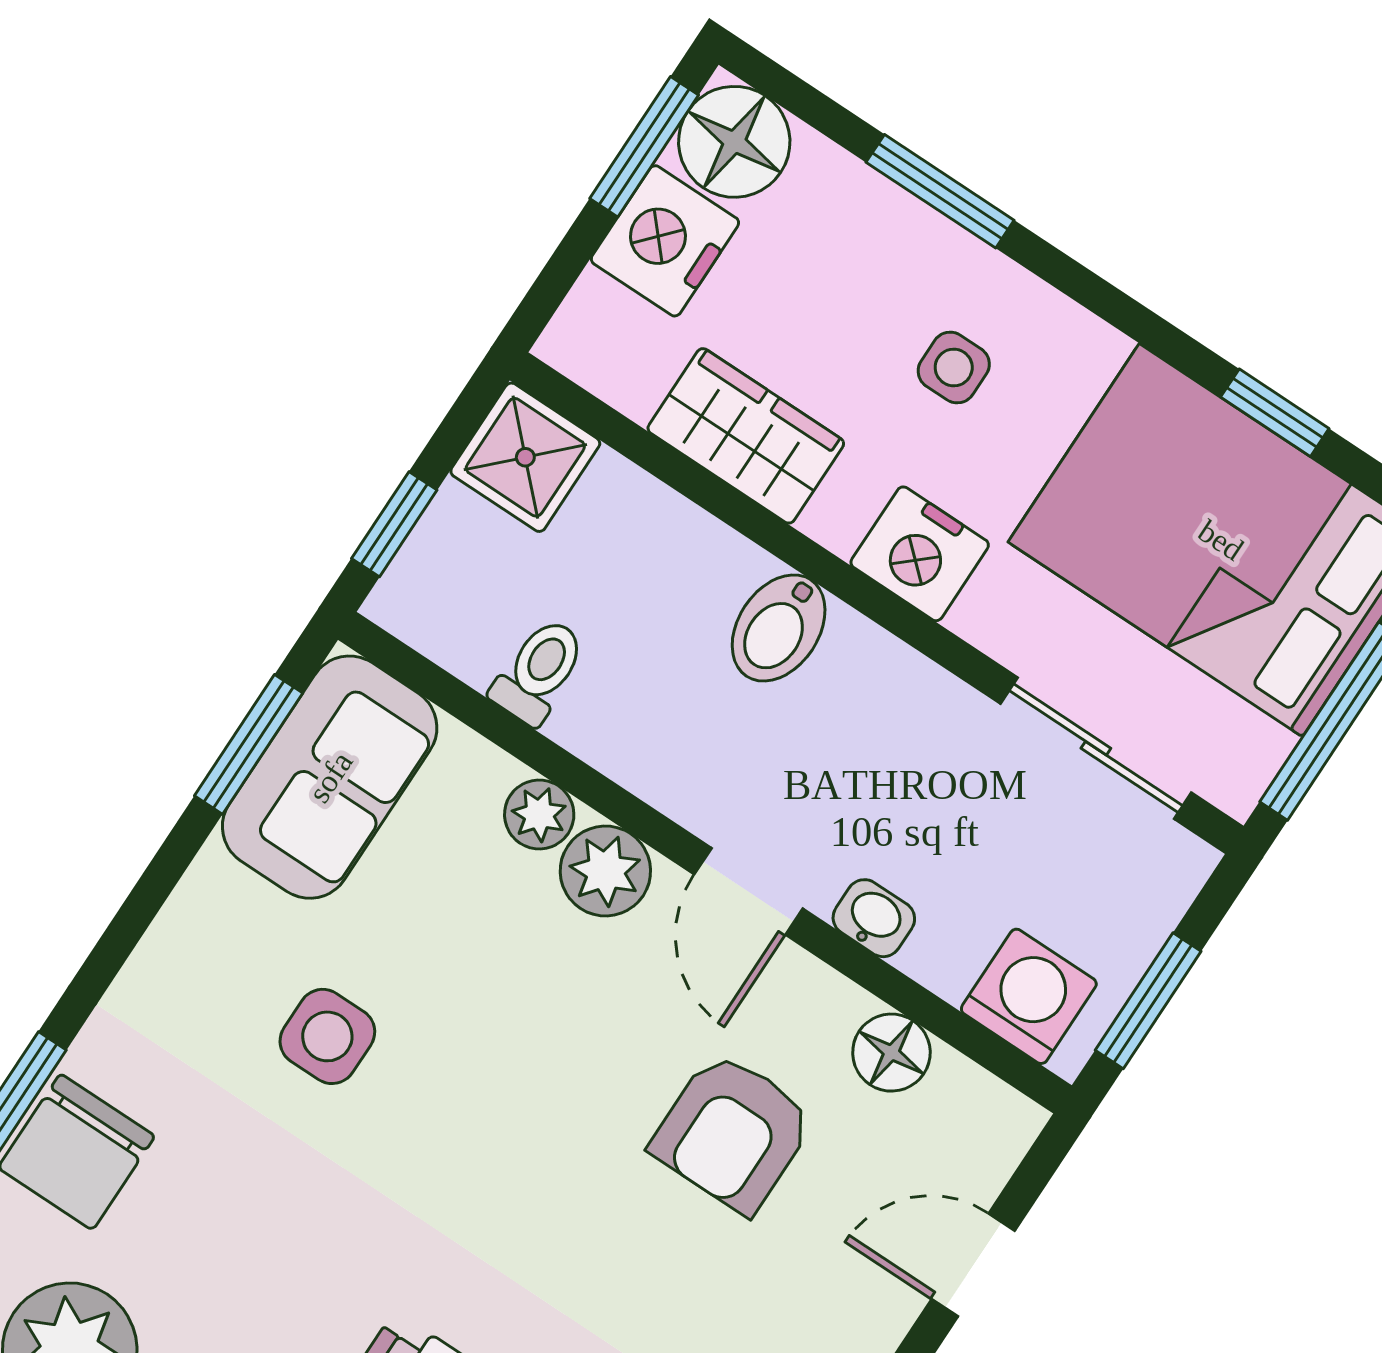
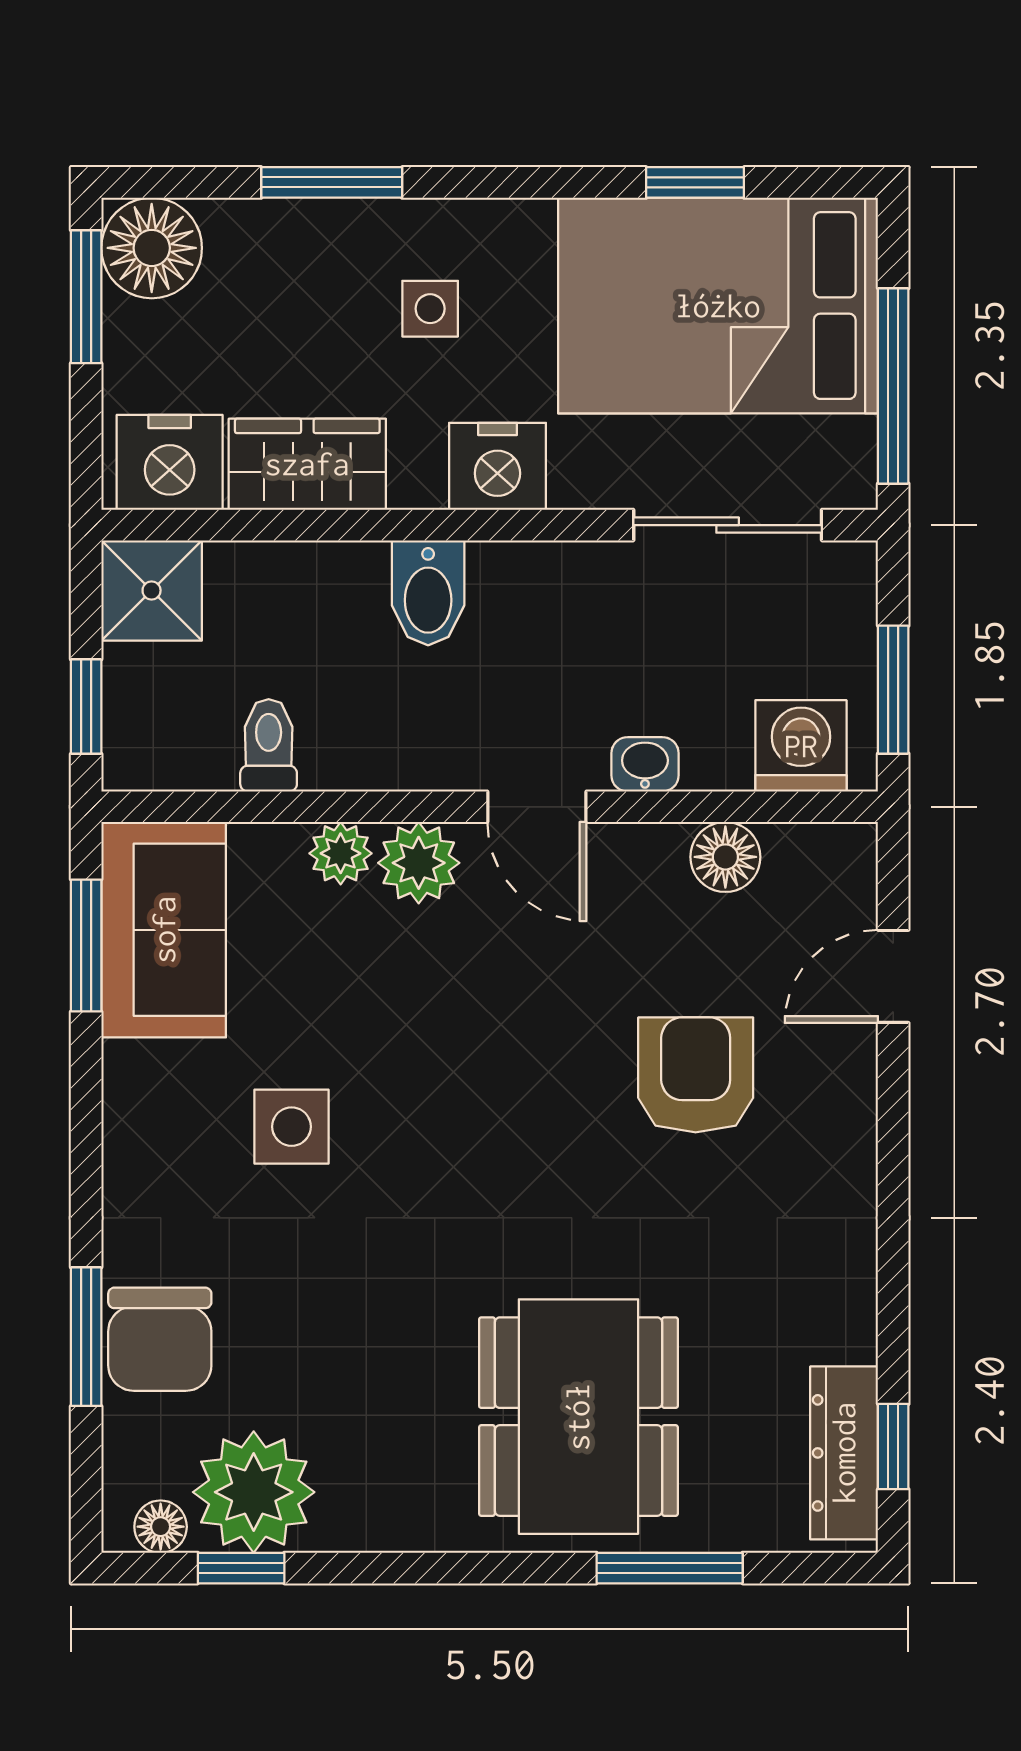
nightstand: (665, 241) -> (170, 462), moved, turned -90
armchair: (733, 1132) -> (696, 1075), moved, turned 180

